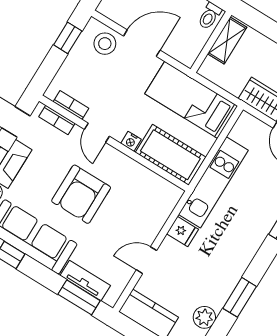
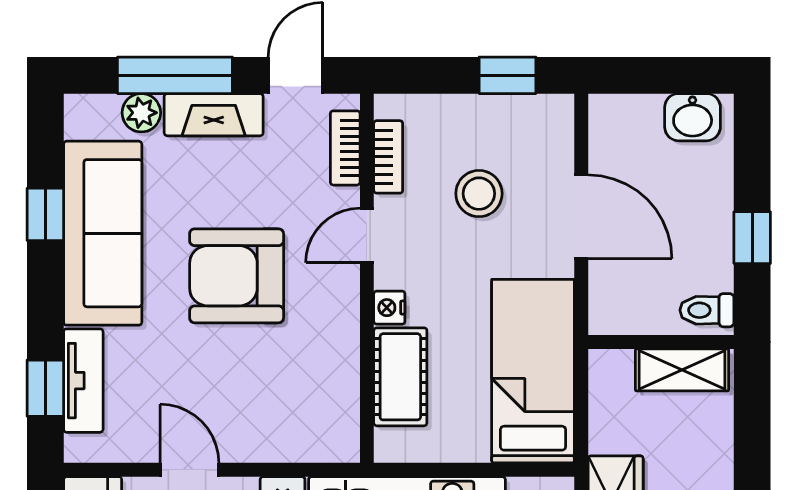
stool: (105, 44) -> (479, 194), moved
cot: (170, 155) -> (400, 377), width x0.73, depth x0.75
window: (79, 297) -> (45, 388), width x0.67

